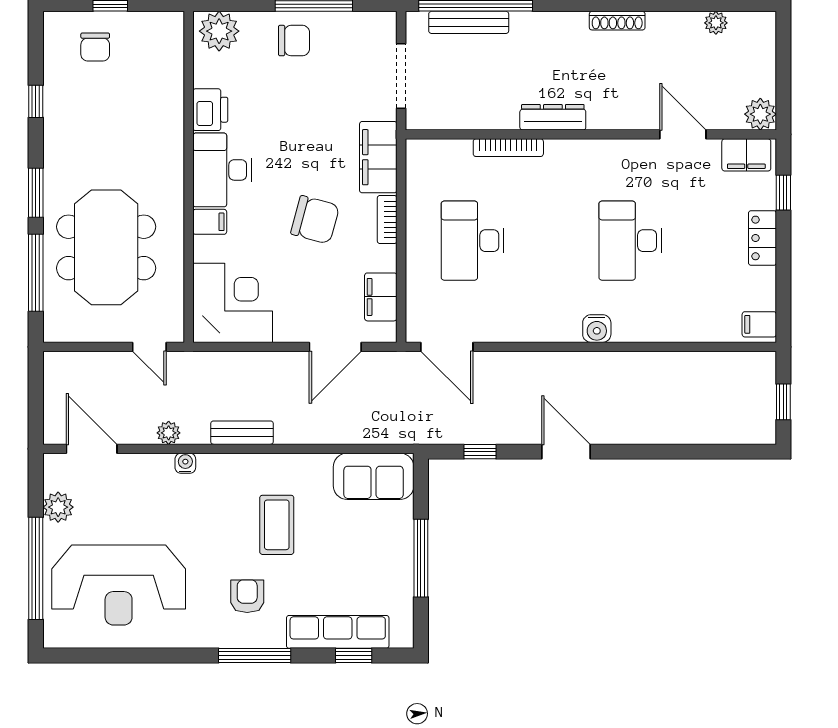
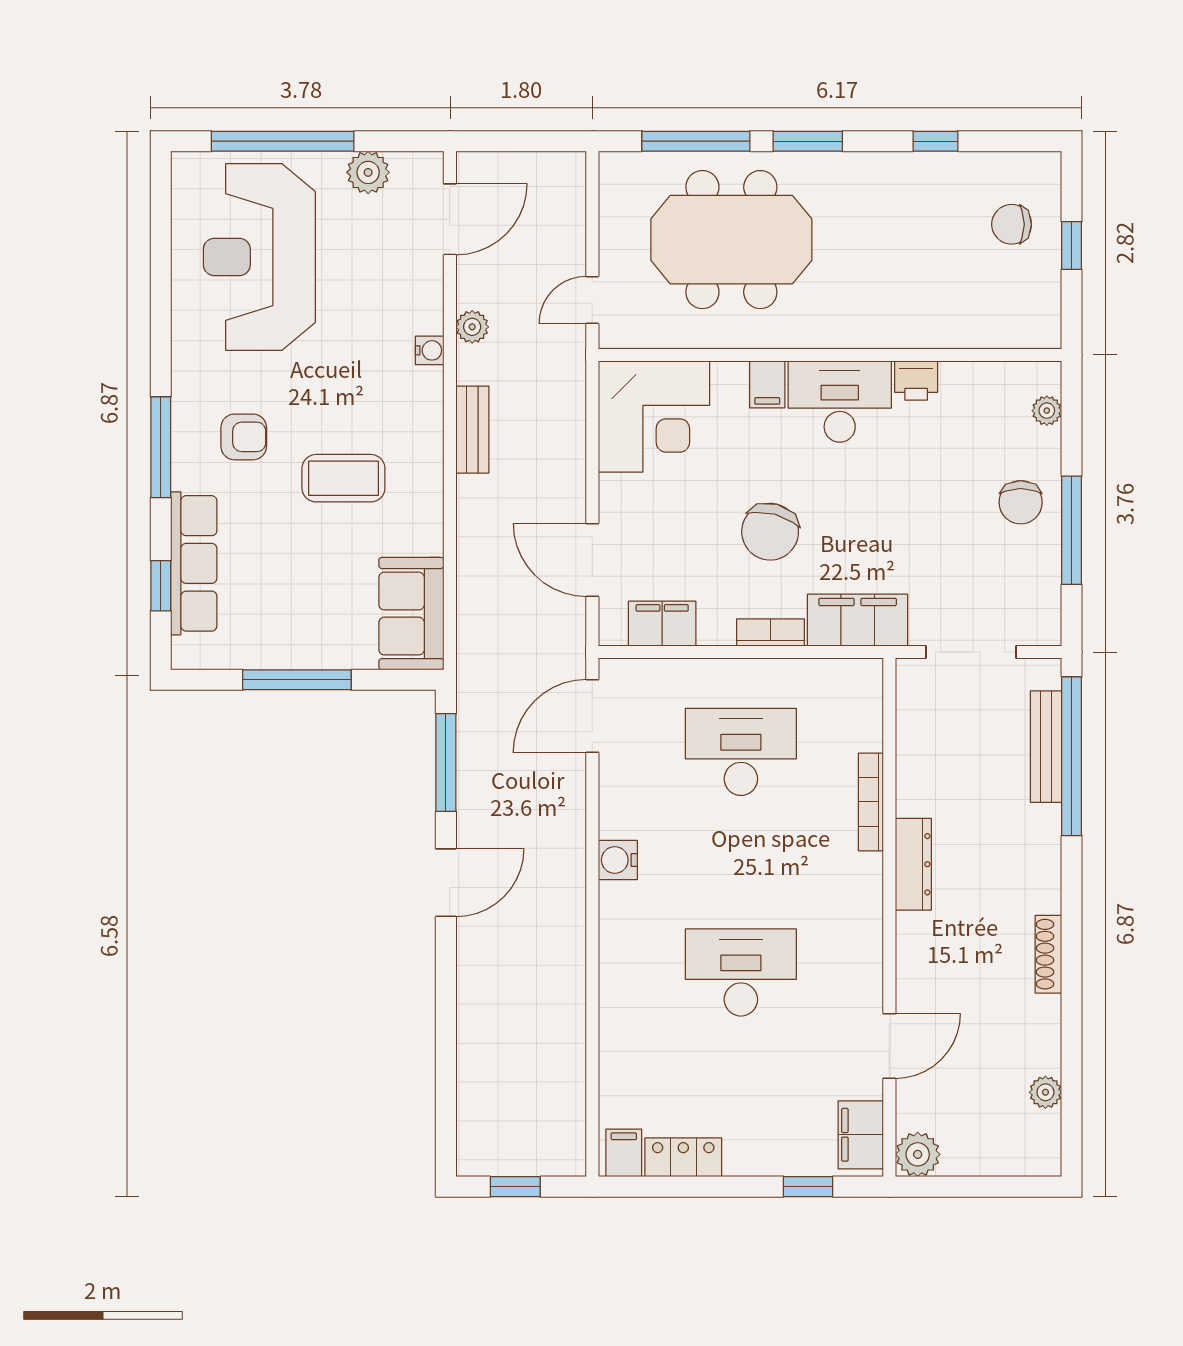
plant: (219, 31) -> (1047, 411), width x0.53, depth x0.53
printer: (210, 110) -> (916, 381), width x0.73, depth x0.81
locker: (762, 238) -> (683, 1157), moved
water cooler: (597, 329) -> (618, 860), moved
window: (480, 452) -> (446, 763), width x2.17

